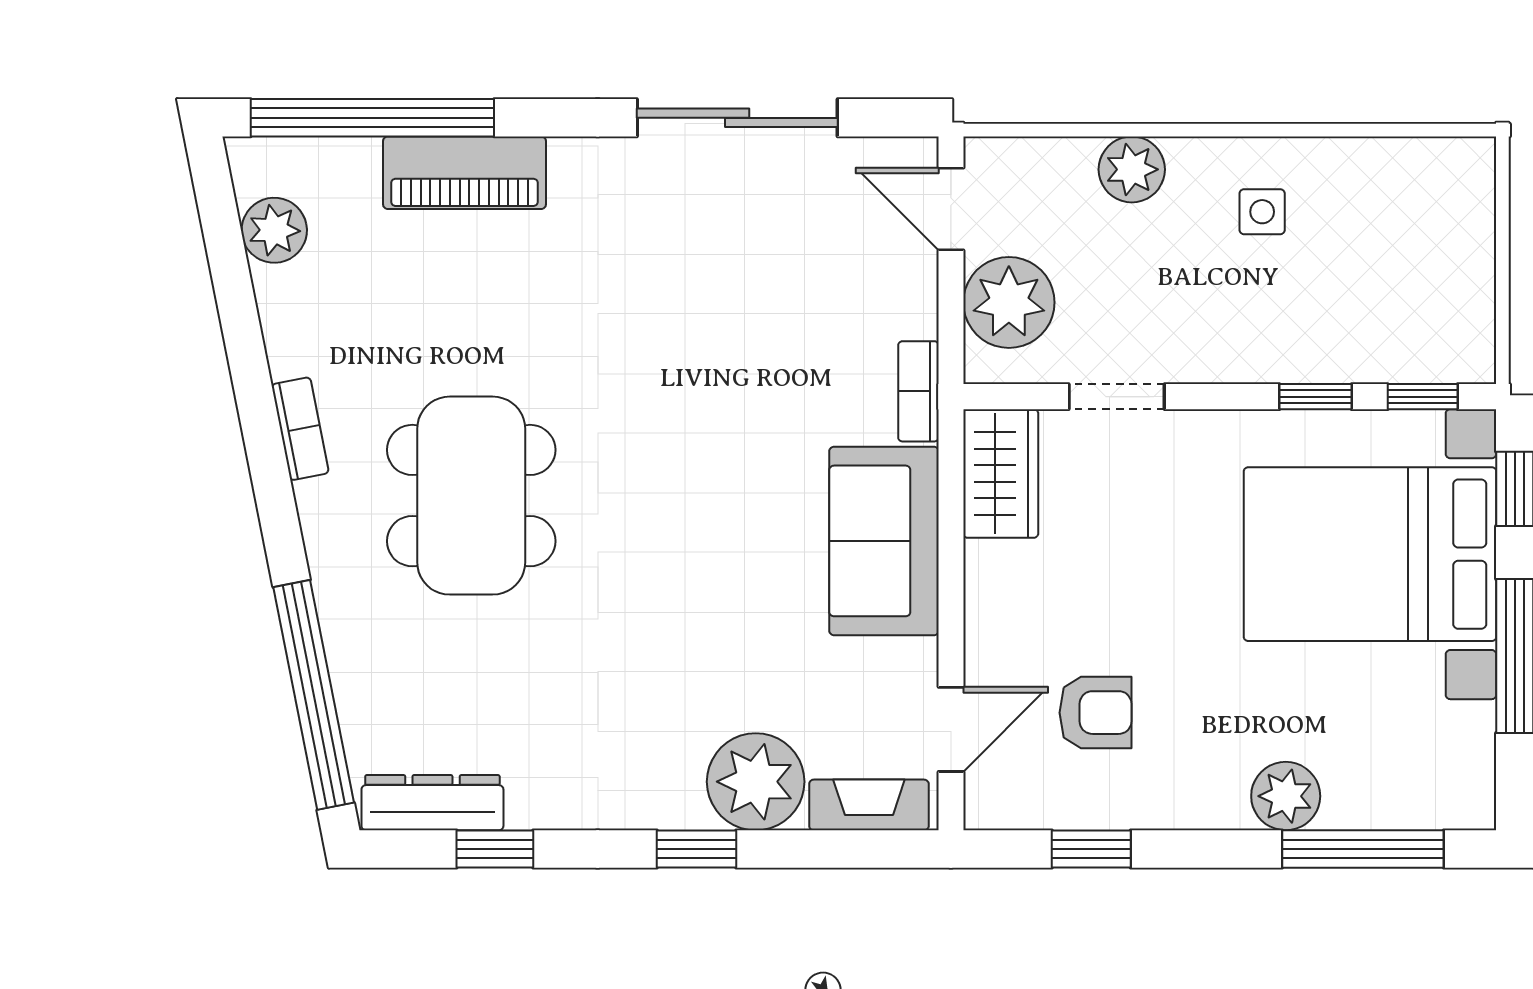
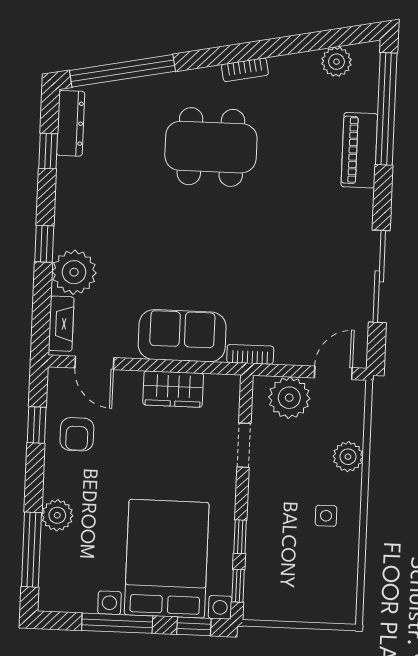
wardrobe: (1001, 474) -> (173, 389), moved
armchair: (1096, 713) -> (77, 434), moved

